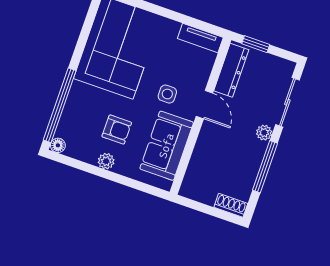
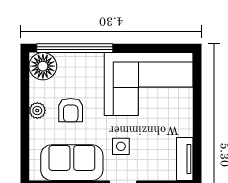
floor lamp: (58, 145) -> (43, 66), width x1.89, depth x1.89

